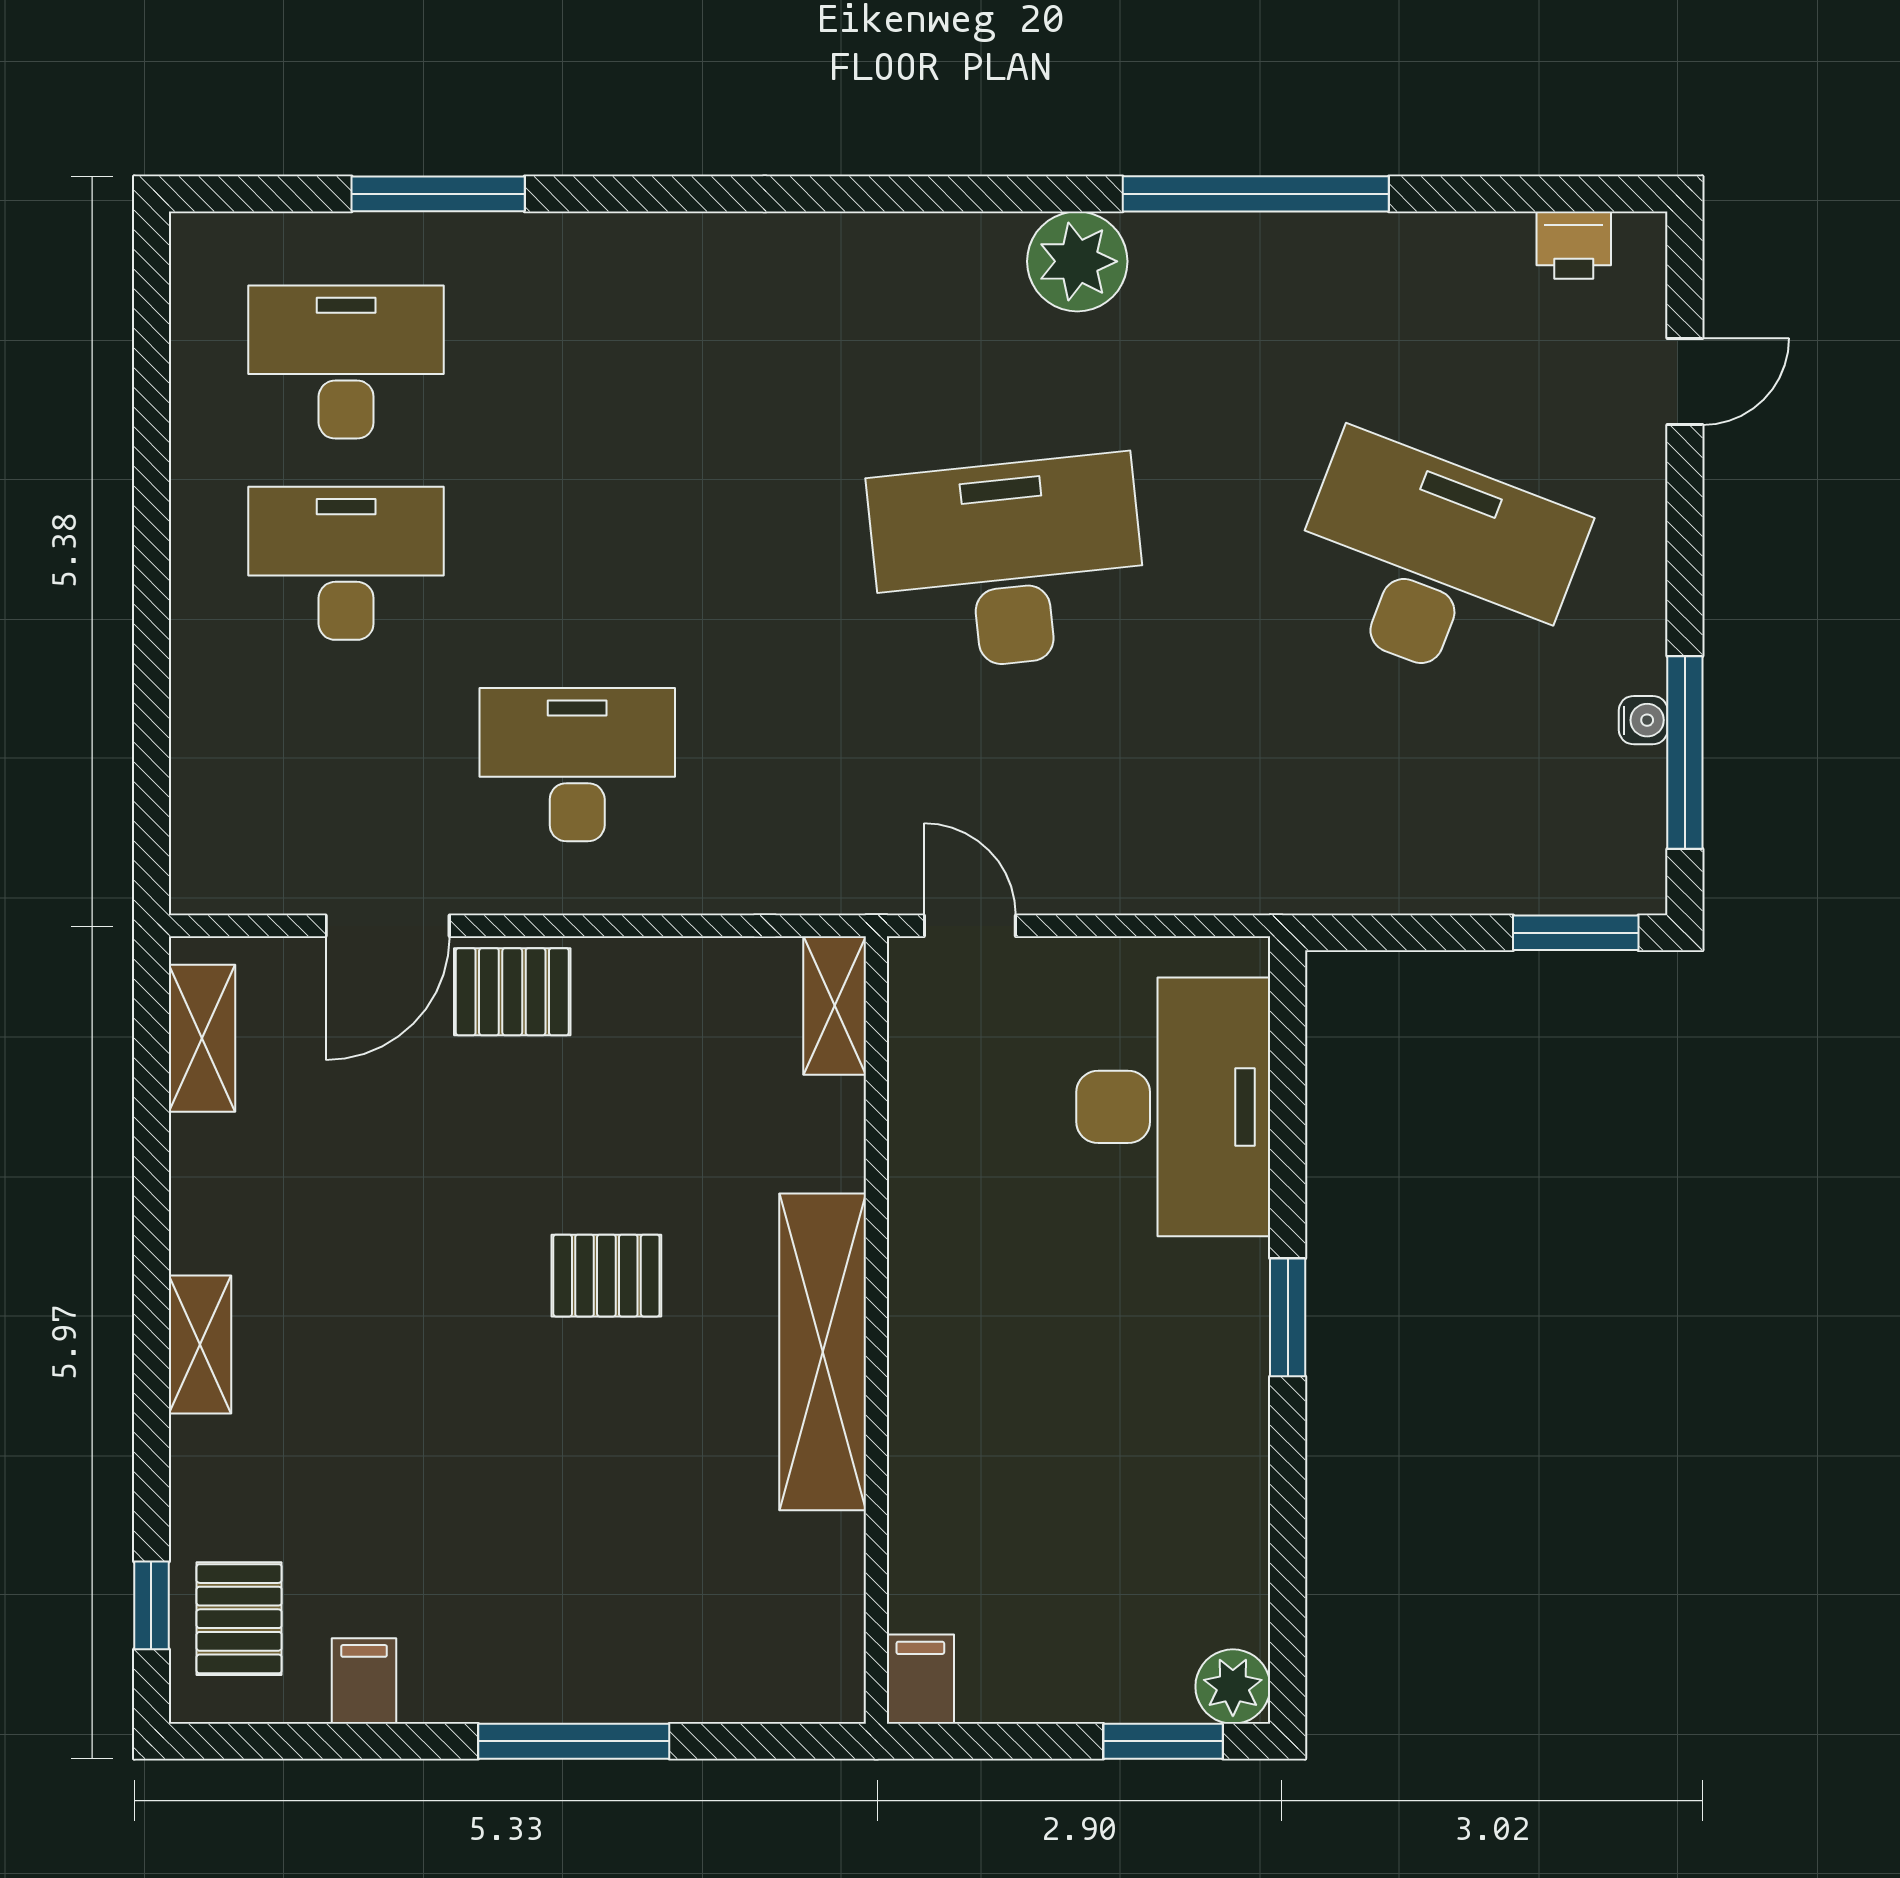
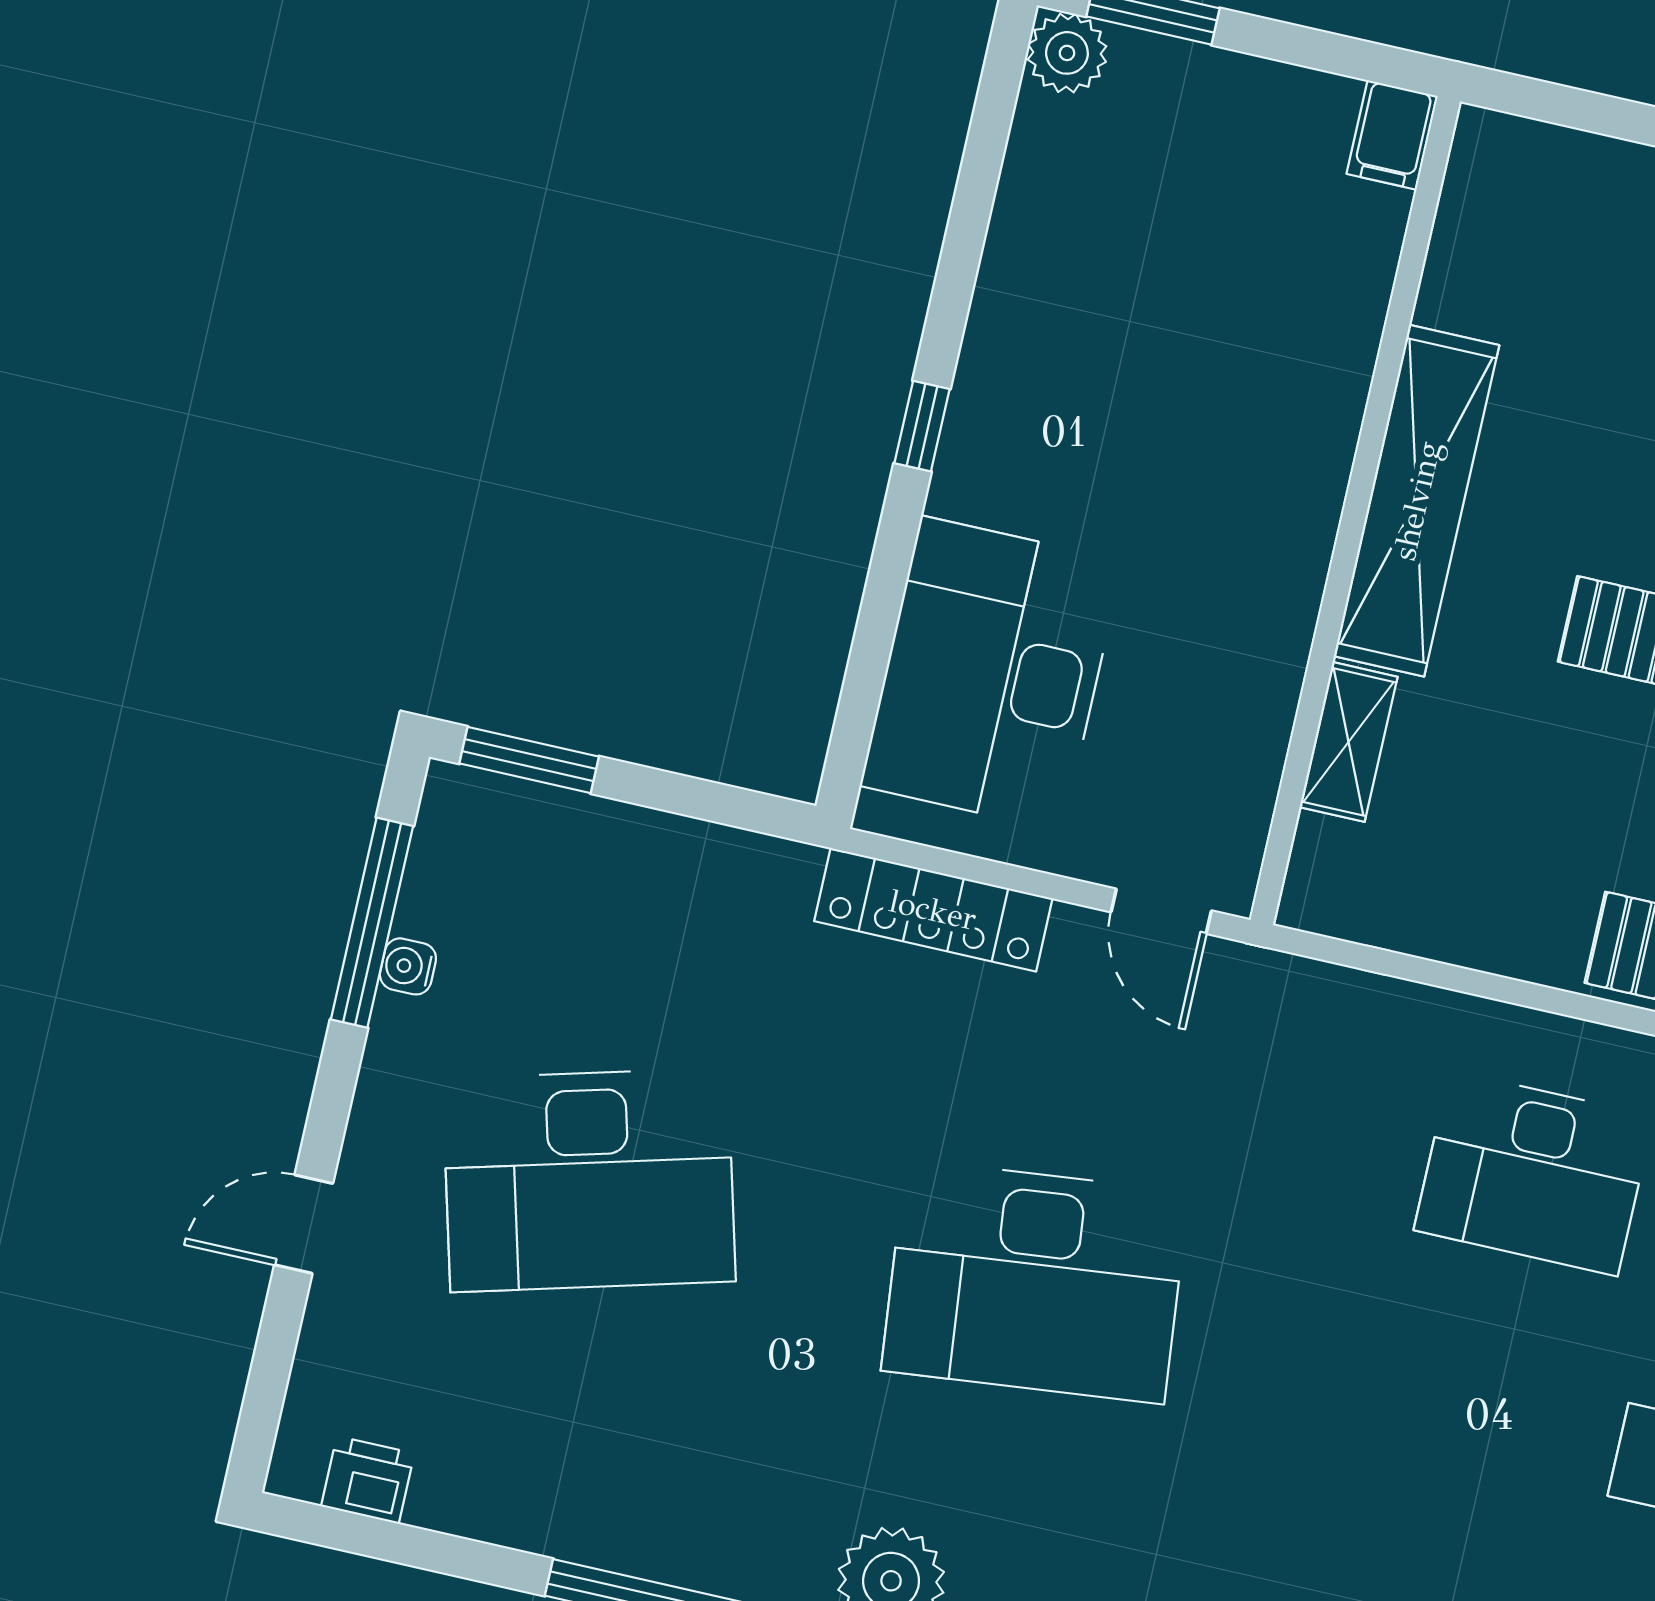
door: (1685, 382) -> (304, 1224), moved
desk: (1435, 563) -> (589, 1180), turned -36
locker: (1177, 880) -> (933, 910), added
shelving: (835, 1006) -> (1349, 742), moved
window: (1288, 1317) -> (922, 426), width x0.67

